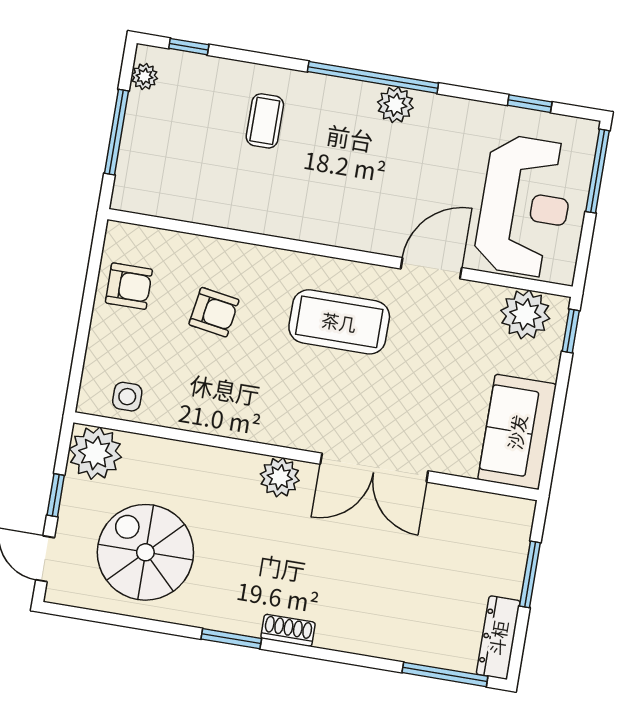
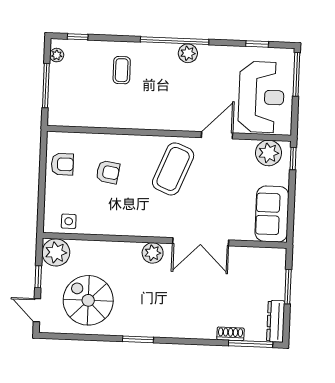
coffee table: (339, 322) -> (173, 169), turned -68
shoe rack: (288, 630) -> (230, 334), moved

